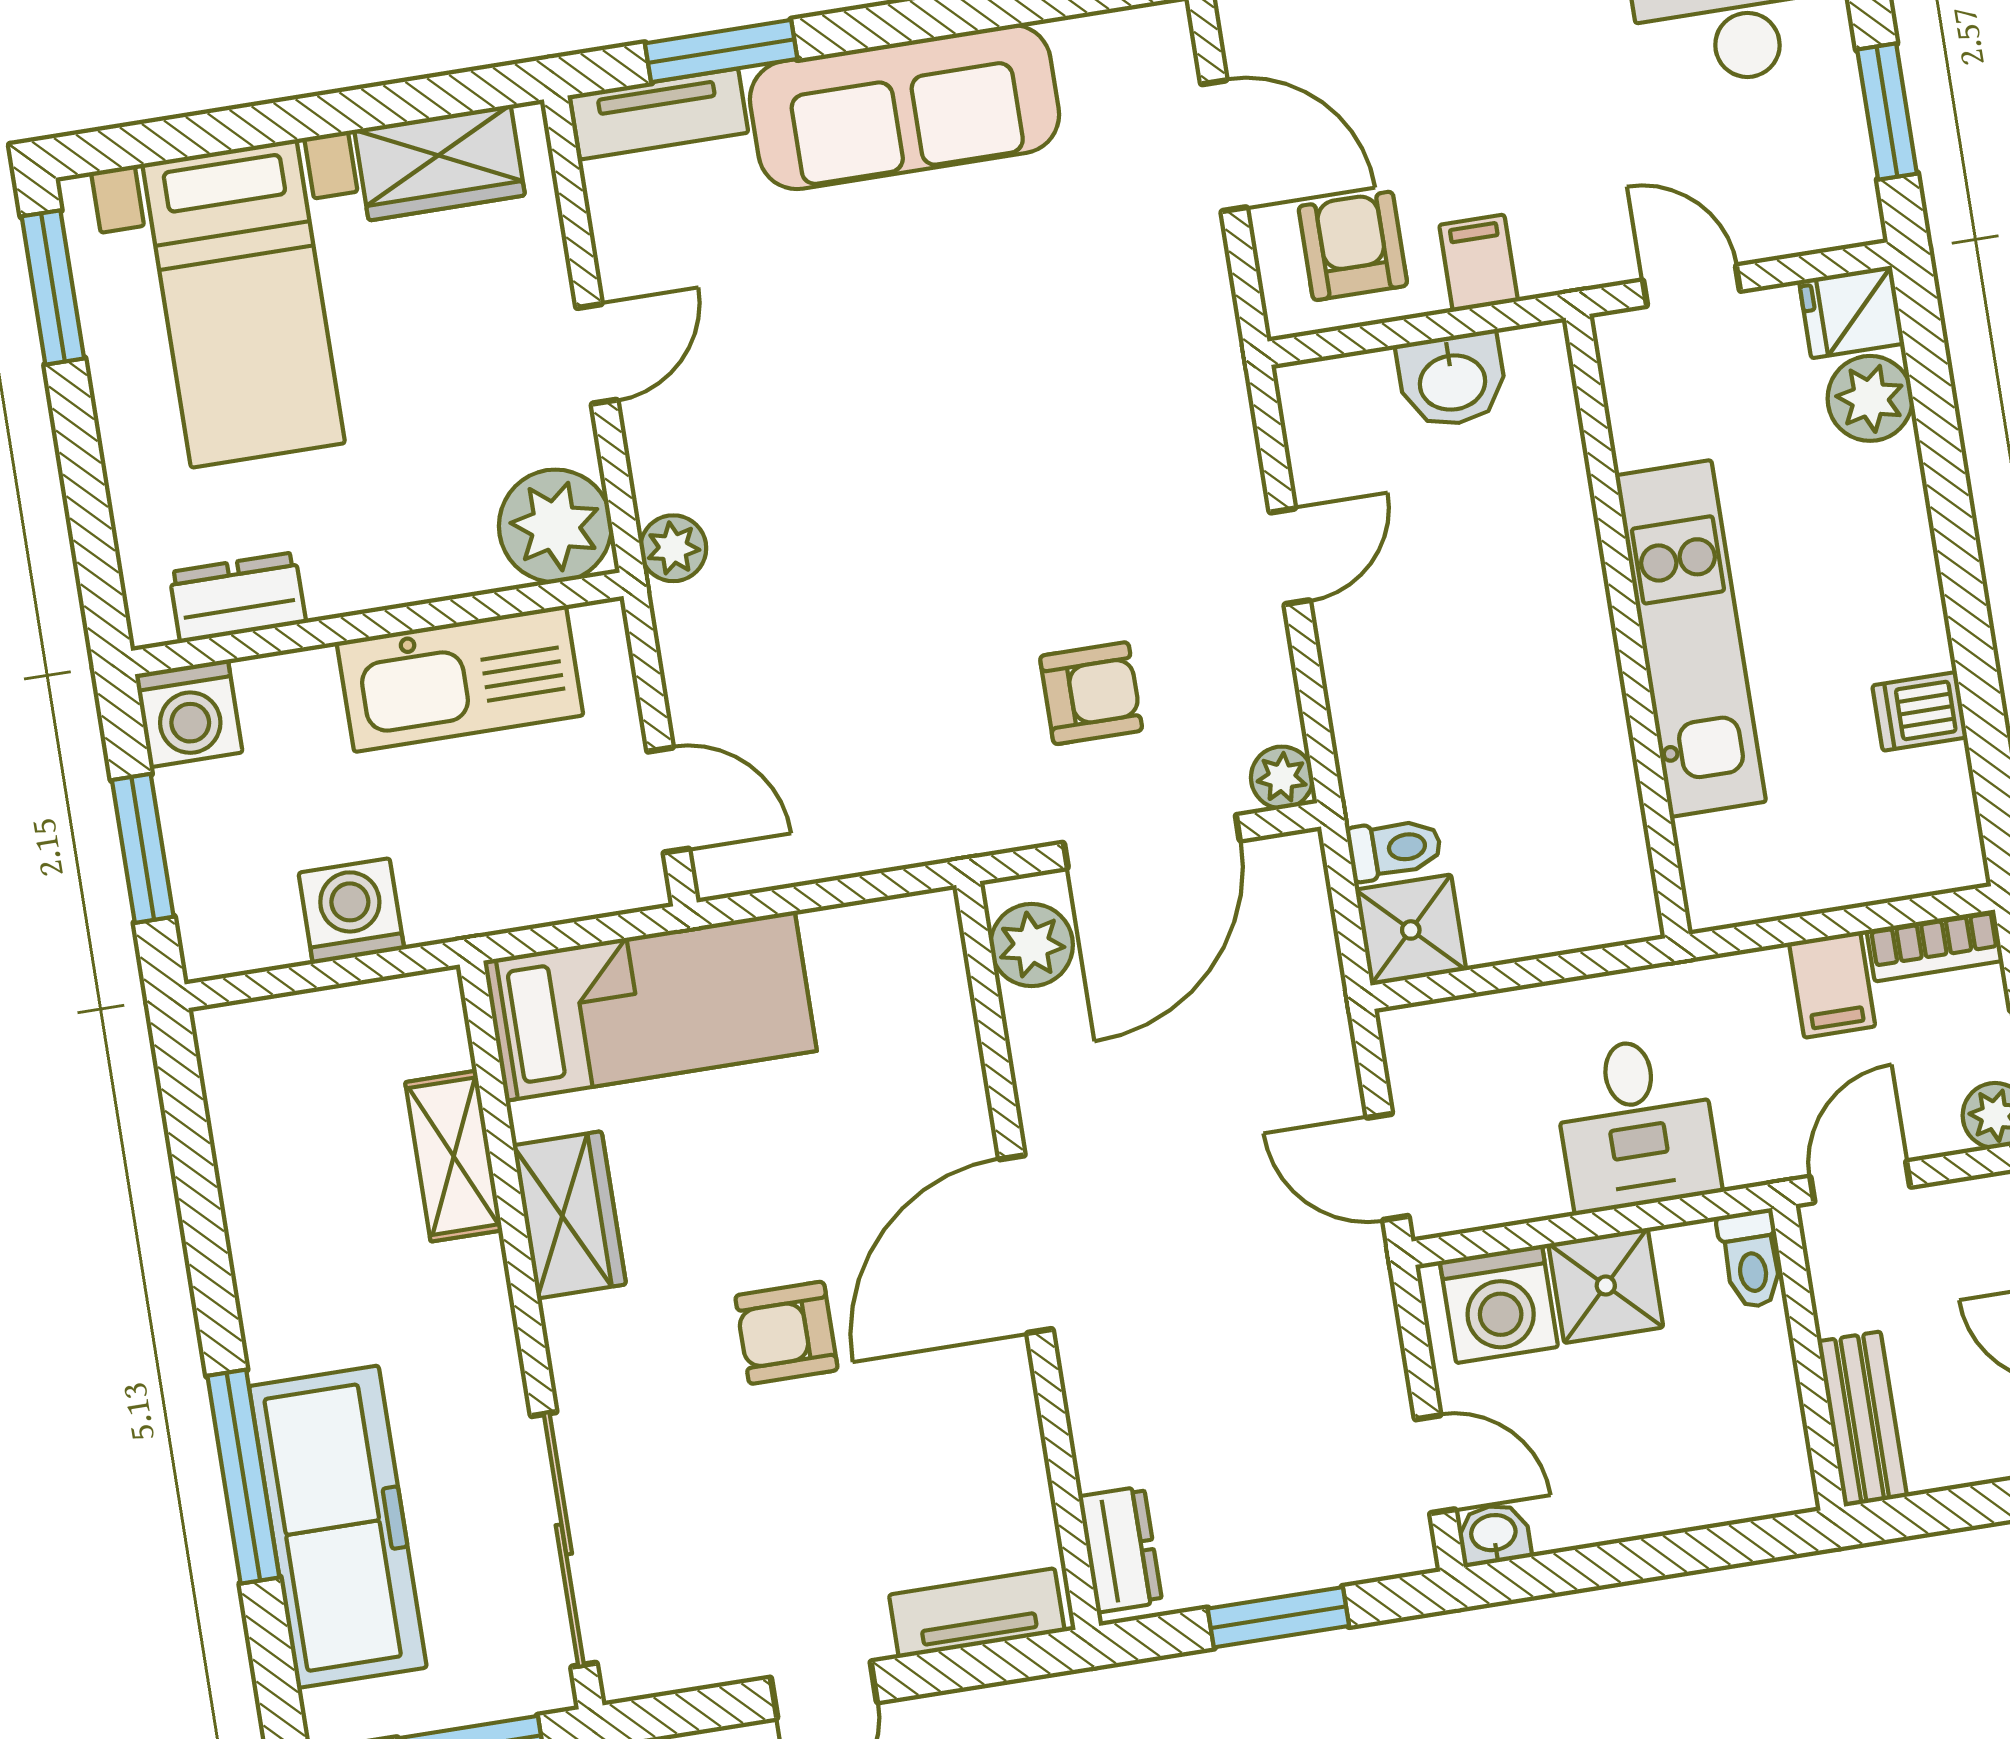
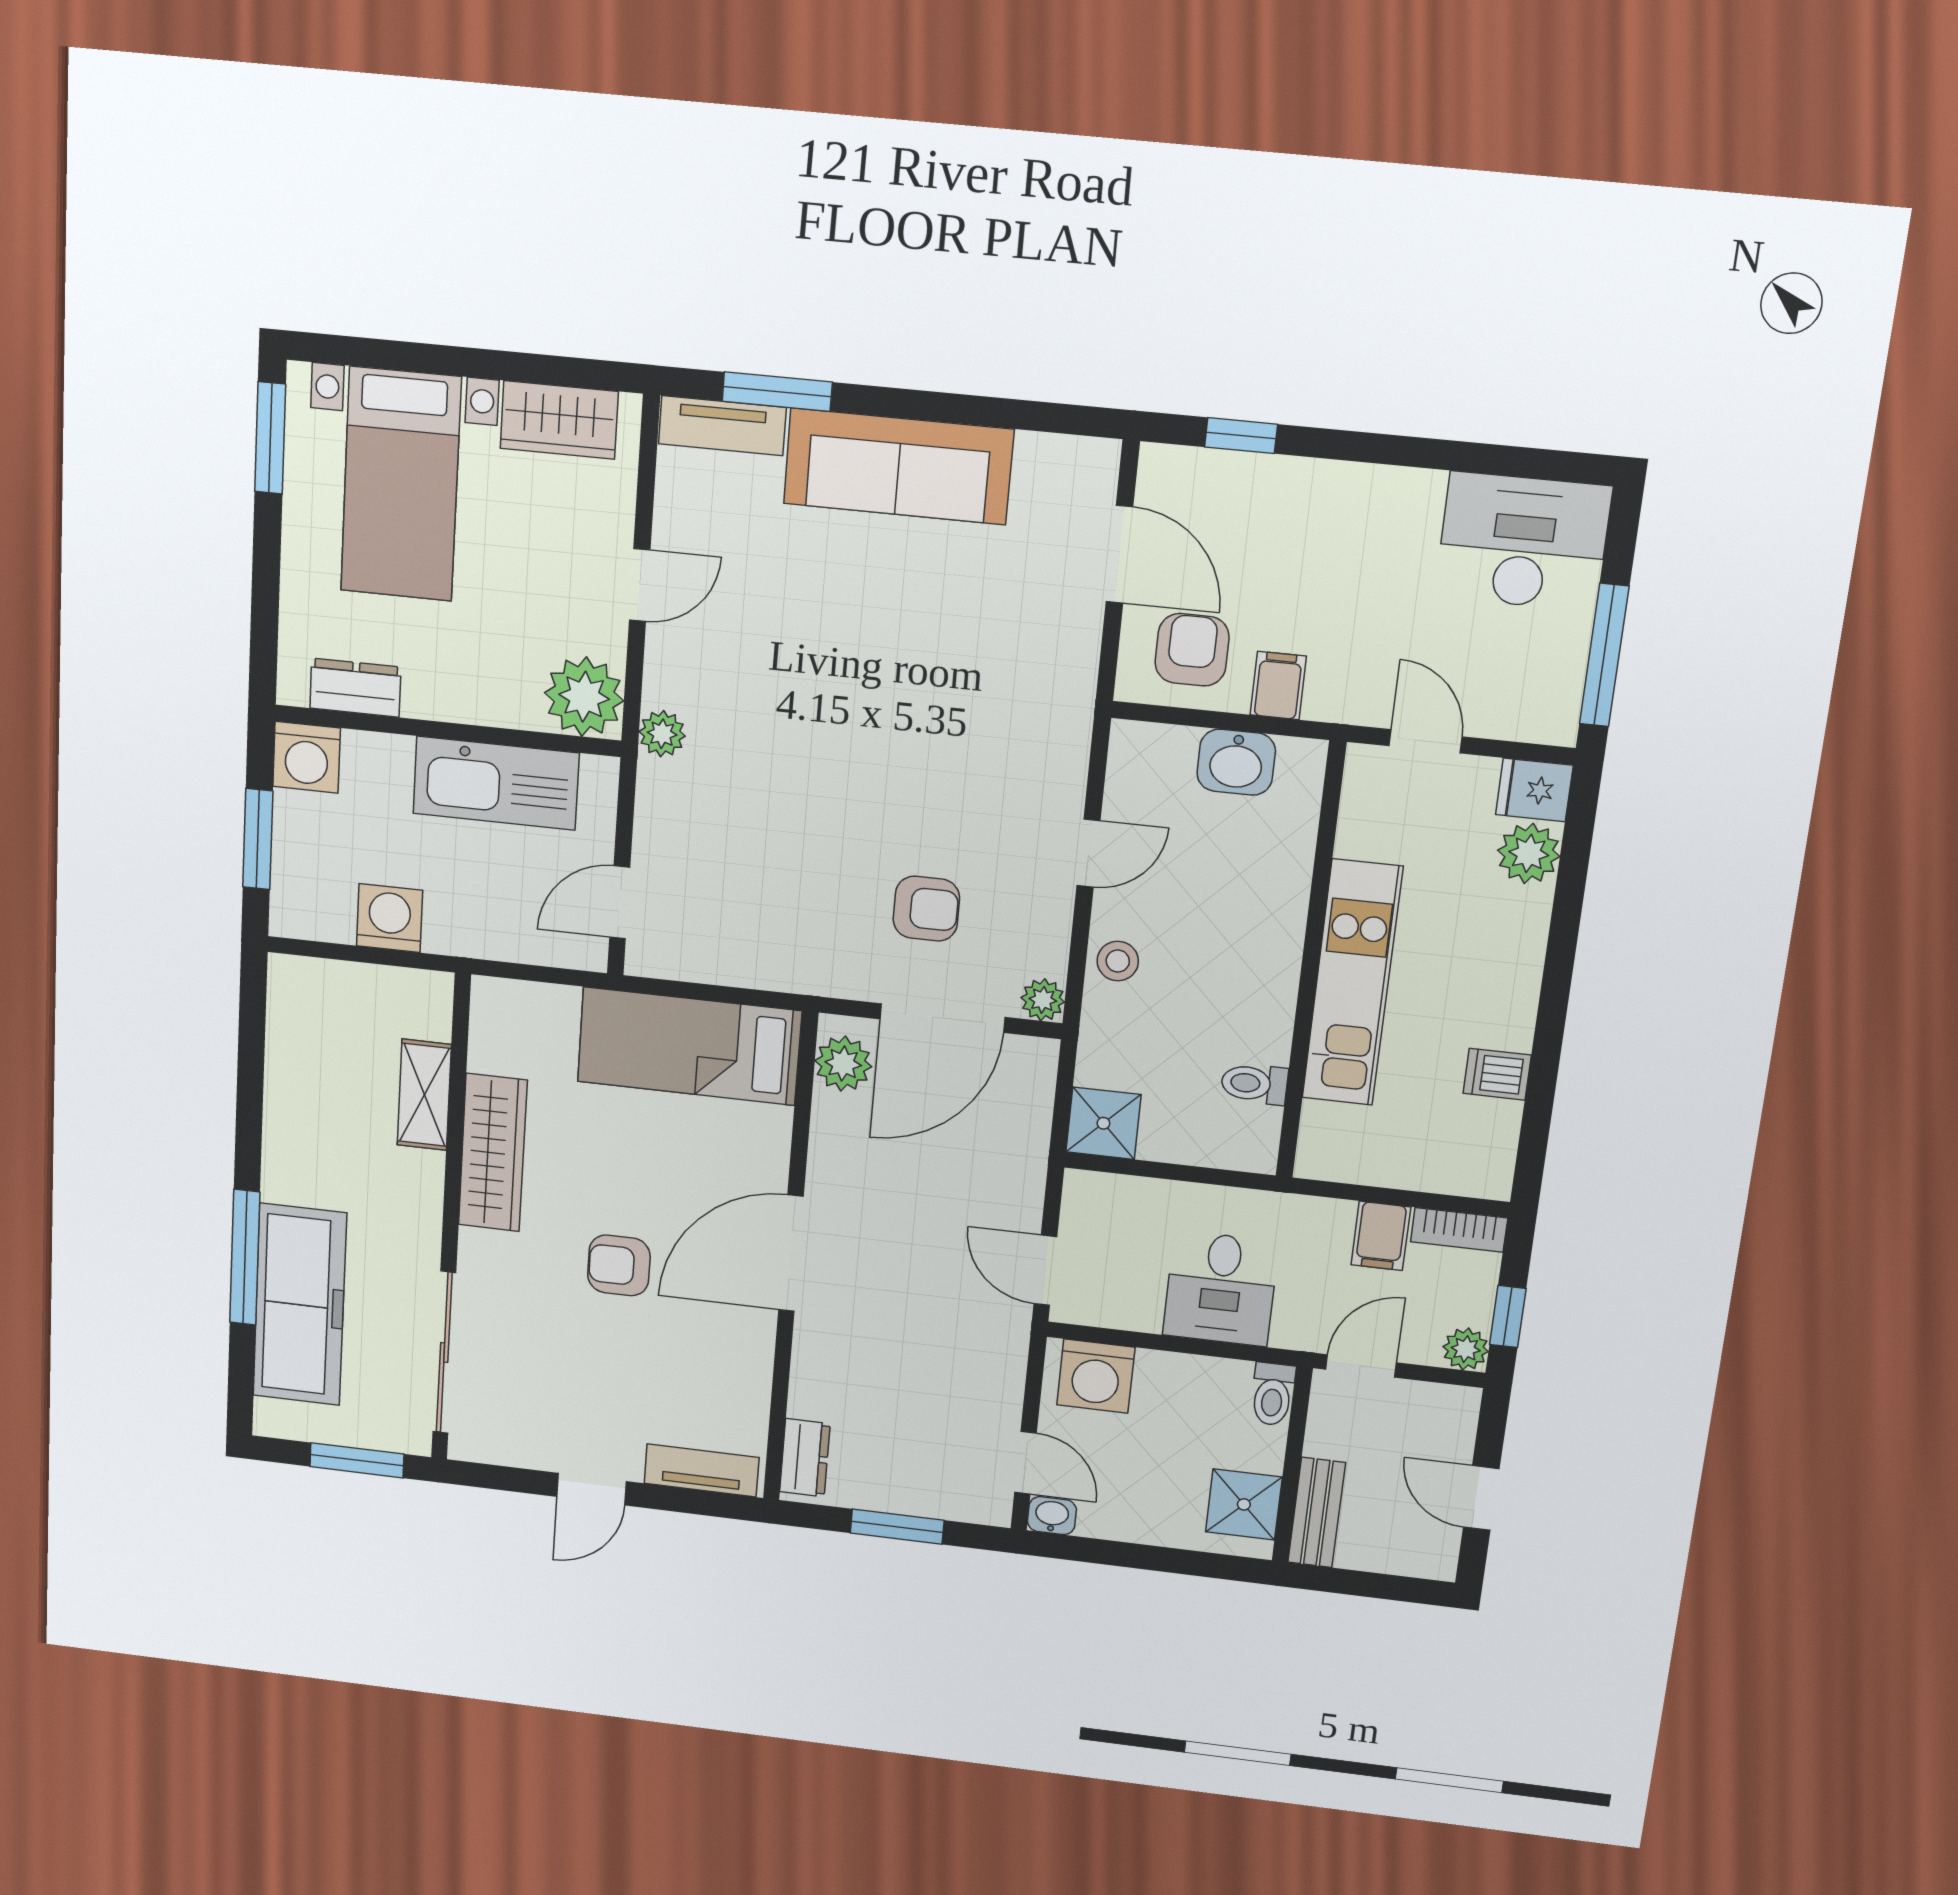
window: (1887, 112) -> (1604, 655), width x1.44
stool: (1369, 695) -> (1118, 961), added
door: (668, 800) -> (620, 902), swing flipped
toilet: (1394, 849) -> (1254, 1084), moved, turned 180
bed: (650, 1006) -> (689, 1046), moved, turned 180
wardrobe: (569, 1215) -> (493, 1153), width x1.50
shower: (1606, 1286) -> (1244, 1504), moved

